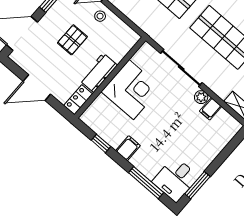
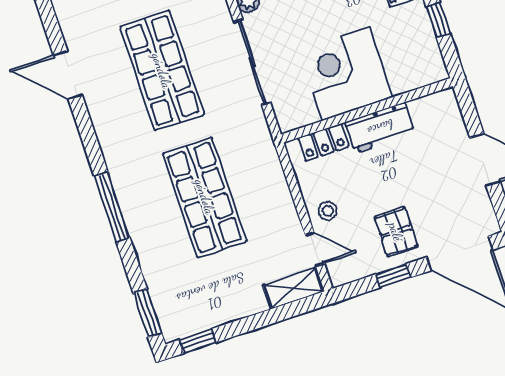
pallet: (72, 40) -> (396, 232), moved, turned 90
locker: (78, 100) -> (323, 142), moved

